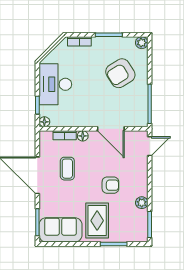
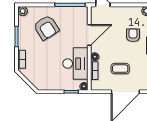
desk: (55, 84) -> (75, 64), moved, turned -90

